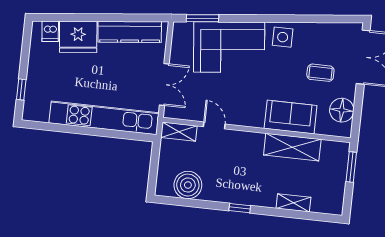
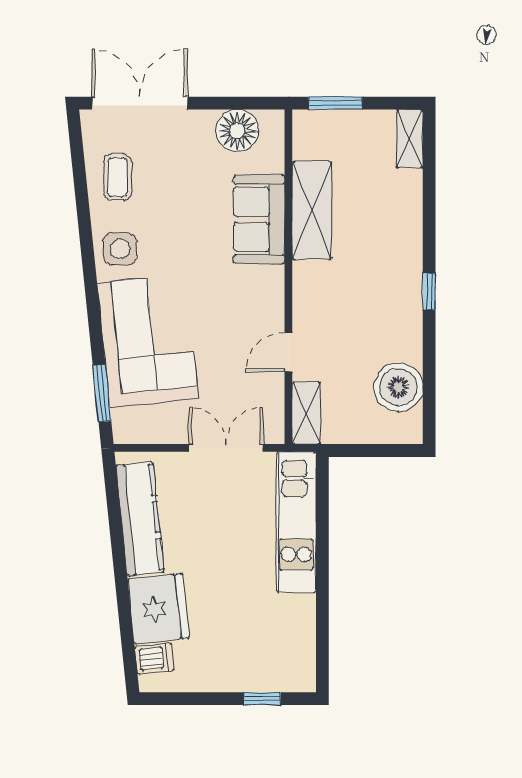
coffee table: (320, 73) -> (118, 177), moved
kitchen unit: (104, 118) -> (296, 522), width x0.73
shelving: (293, 203) -> (410, 139), moved

